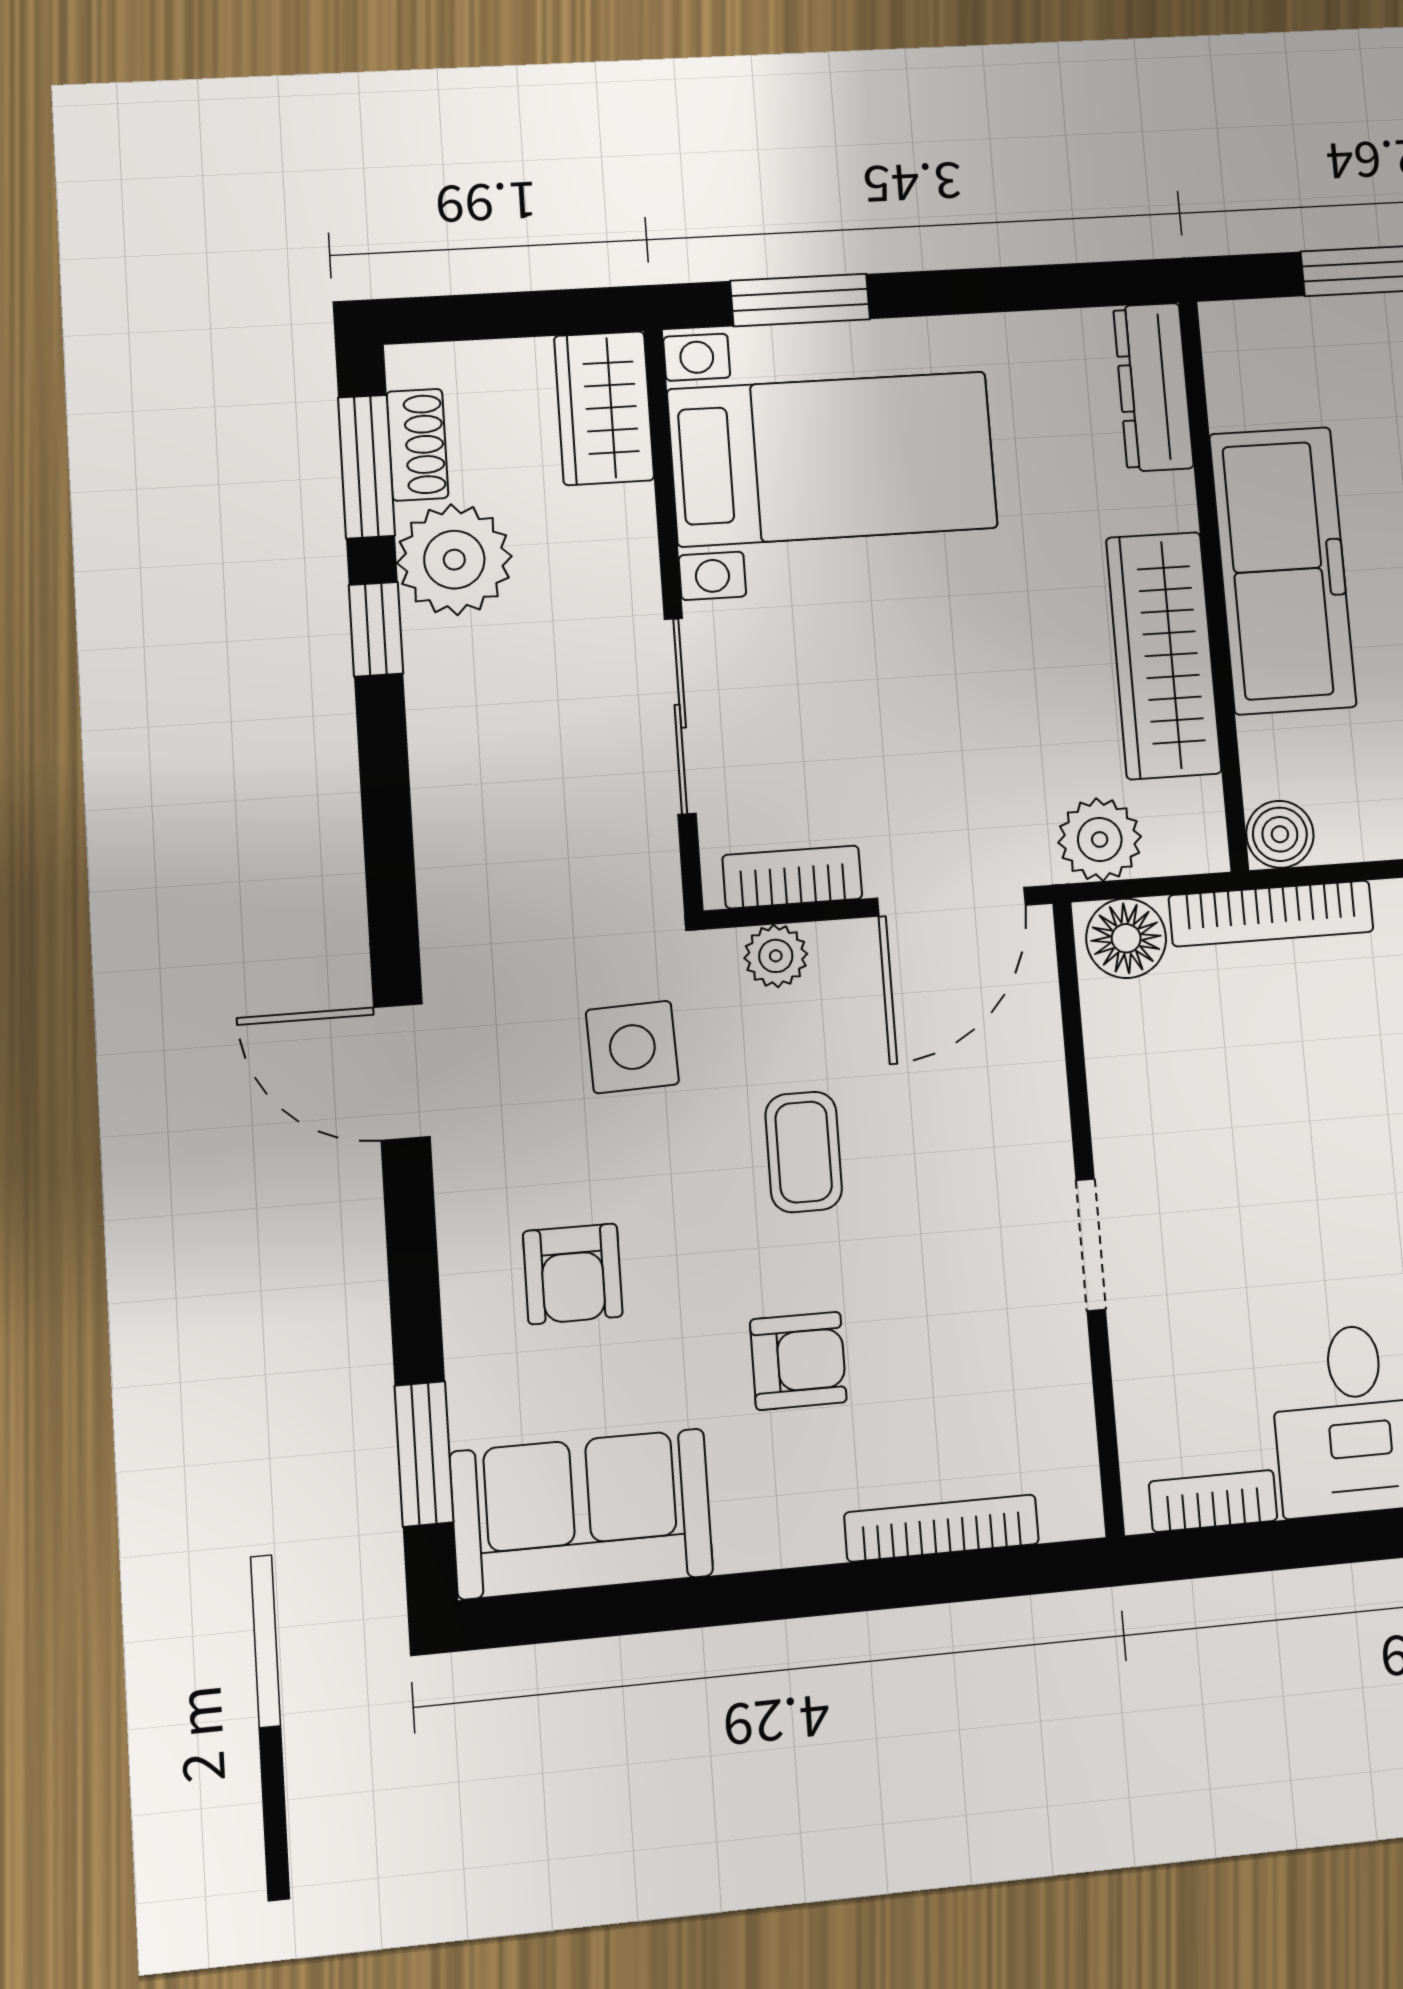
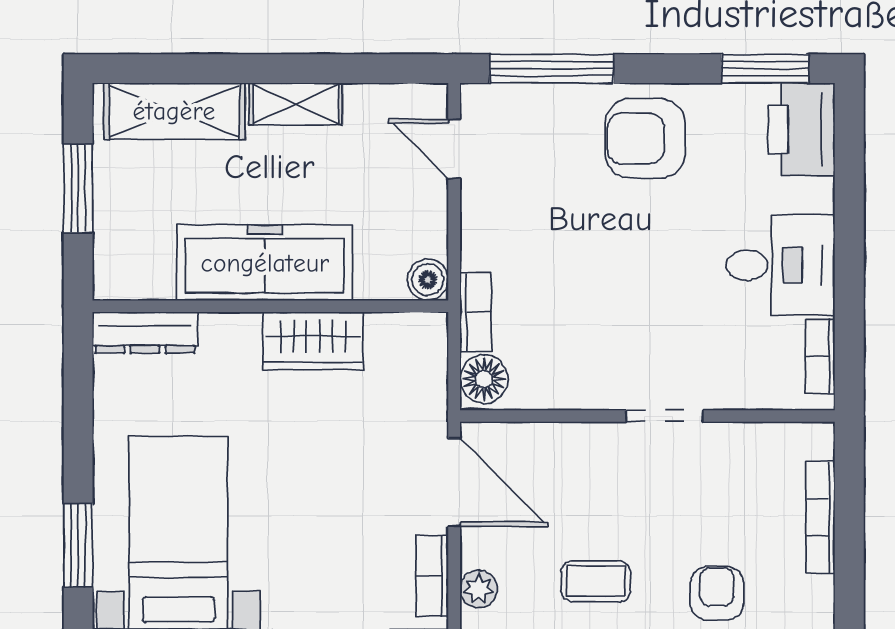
wardrobe: (1164, 655) -> (313, 341), width x0.67
plant: (1100, 839) -> (423, 390), removed
bookcase: (1271, 913) -> (476, 312), width x0.64

